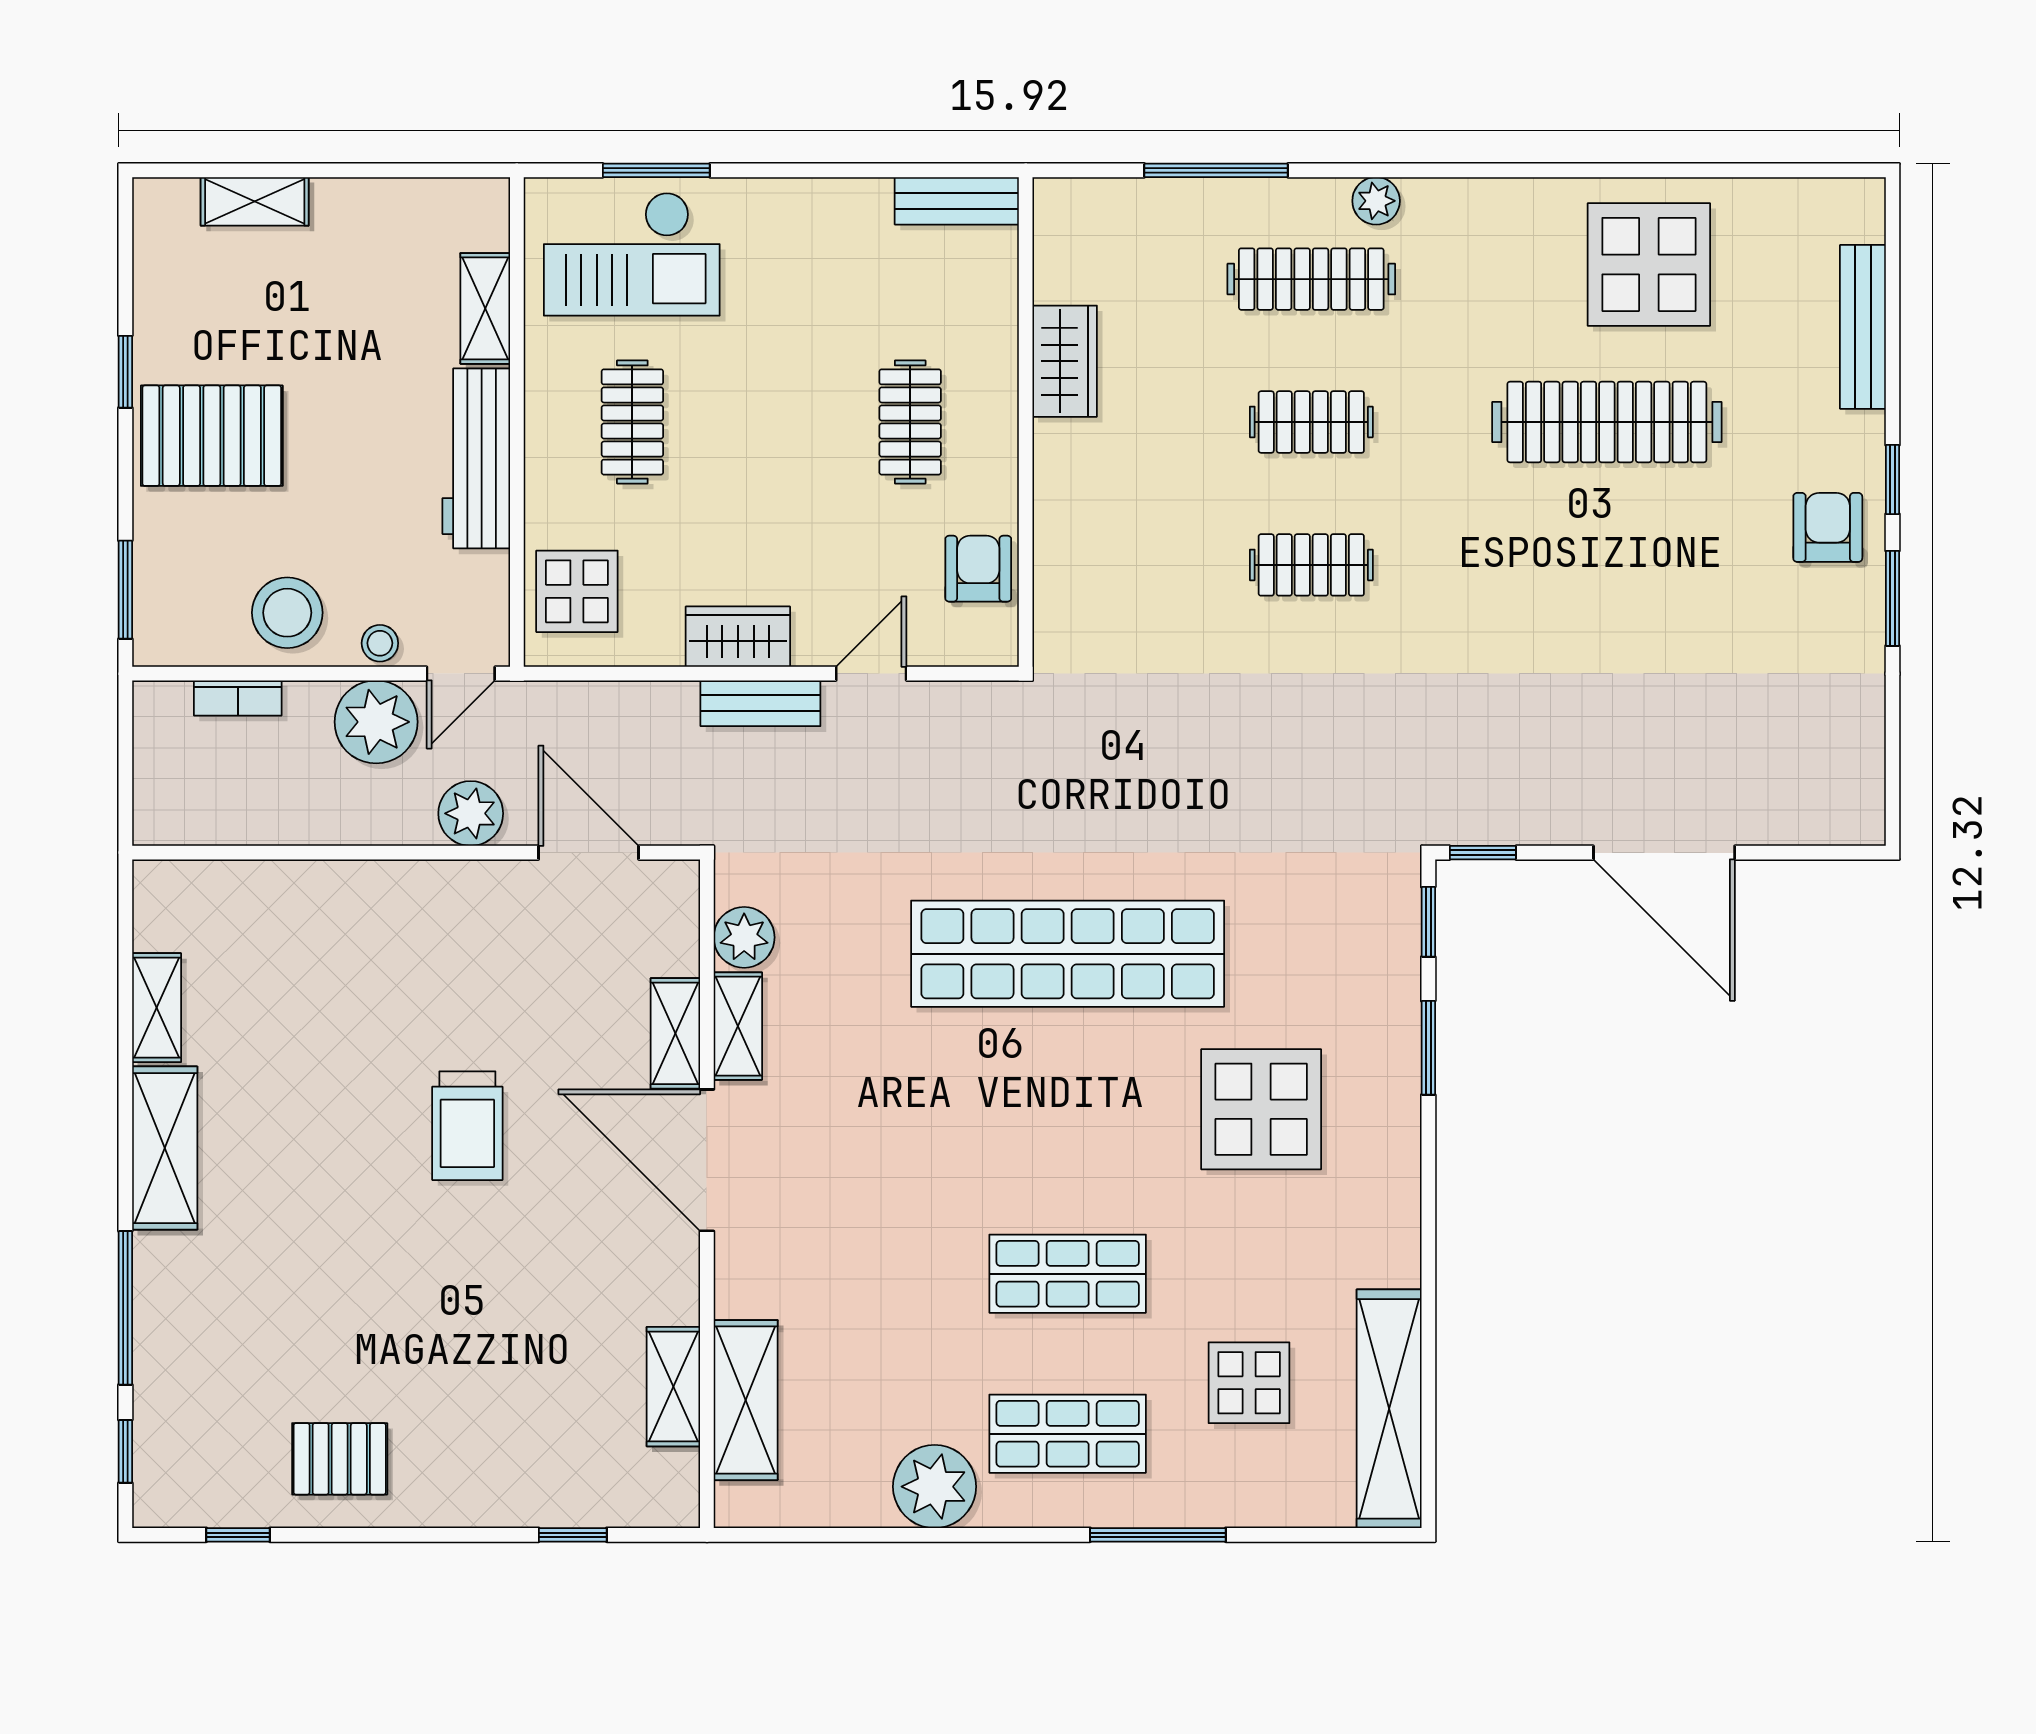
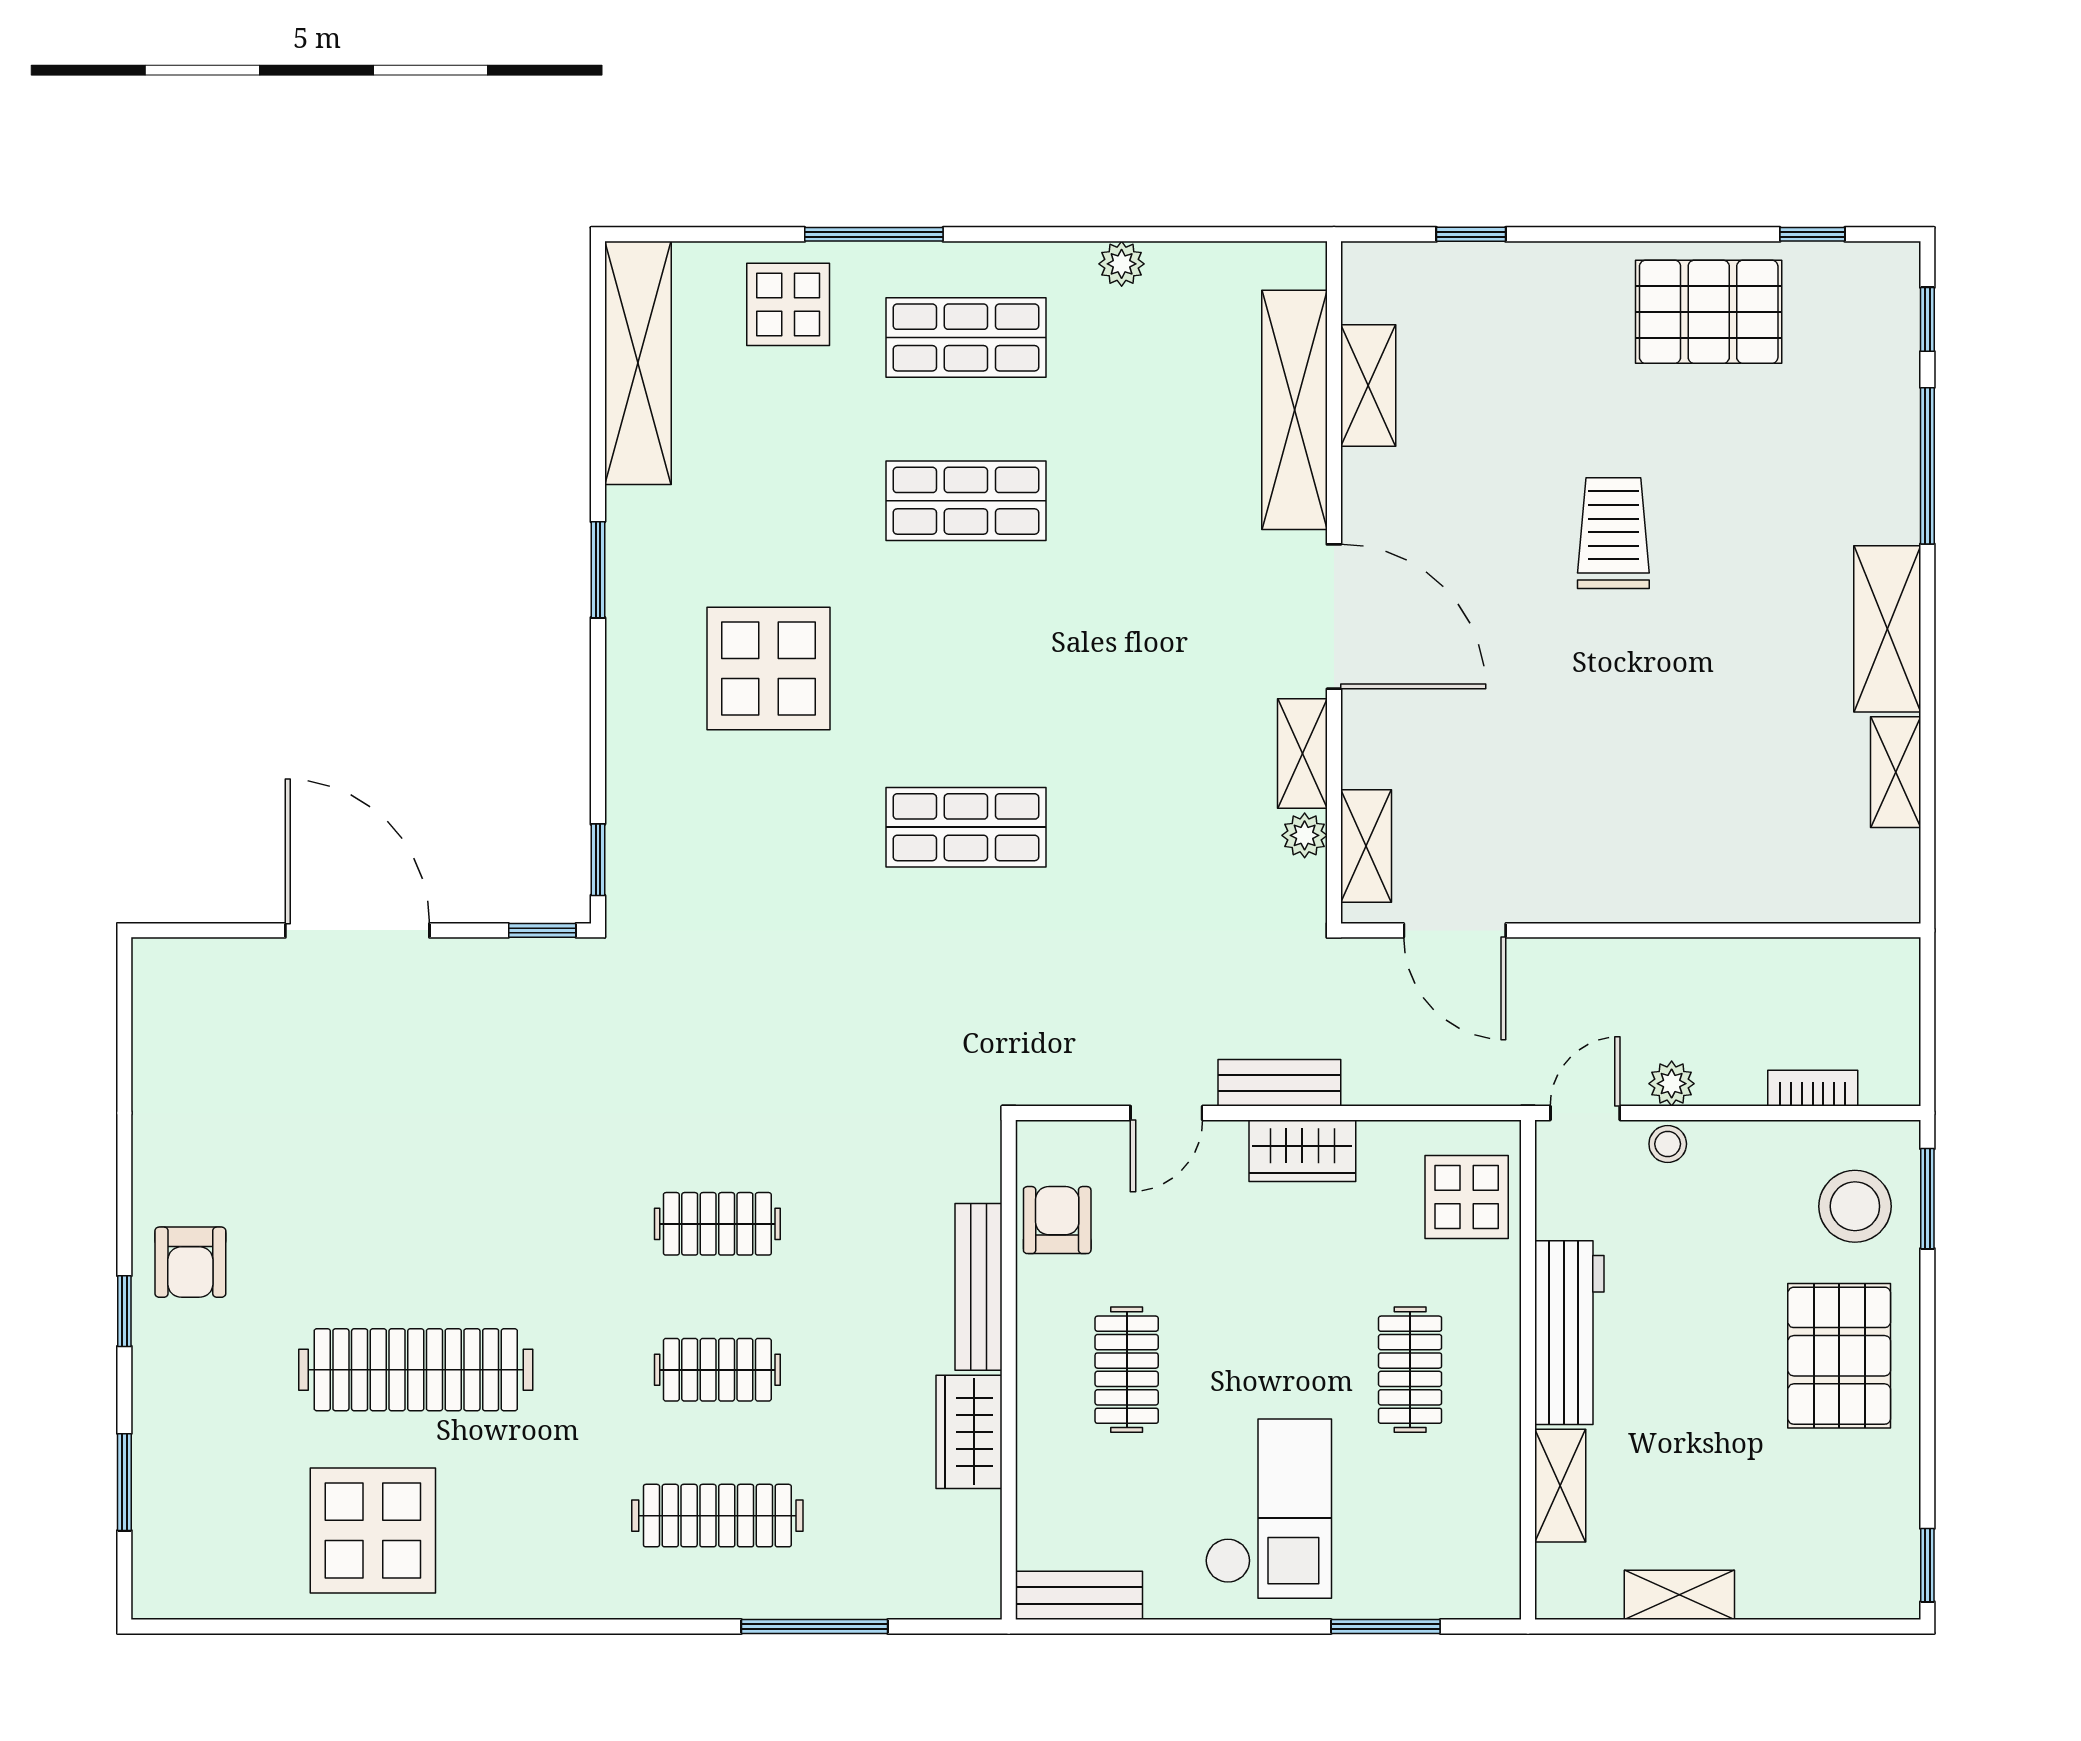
shelving: (255, 201) -> (1679, 1595), moved
plant: (1376, 201) -> (651, 1595), removed
checkout: (632, 254) -> (1268, 1509), moved, turned 90
bench: (1863, 327) -> (978, 1287), moved
window: (125, 372) -> (1927, 1565), moved
pallet: (212, 436) -> (1839, 1356), turned 90
armchair: (978, 569) -> (1057, 1220), turned 180
window: (1892, 598) -> (124, 1482), moved
stool: (287, 613) -> (1855, 1206), moved
plant: (376, 722) -> (1672, 1084), width x0.53, depth x0.53
plant: (471, 813) -> (1575, 970), removed
plant: (744, 937) -> (1305, 835), width x0.73, depth x0.73
shop shelf: (1068, 954) -> (966, 827), width x0.50, depth x0.74
shelving: (675, 1033) -> (1366, 846), moved
window: (1428, 1048) -> (598, 570), moved
trolley: (467, 1126) -> (1613, 533), moved
display table: (1249, 1383) -> (788, 304), moved
shelving: (746, 1400) -> (1294, 410), width x1.47
pallet: (340, 1459) -> (1709, 312), width x1.50, depth x1.42
plant: (935, 1487) -> (1122, 264), width x0.53, depth x0.53

